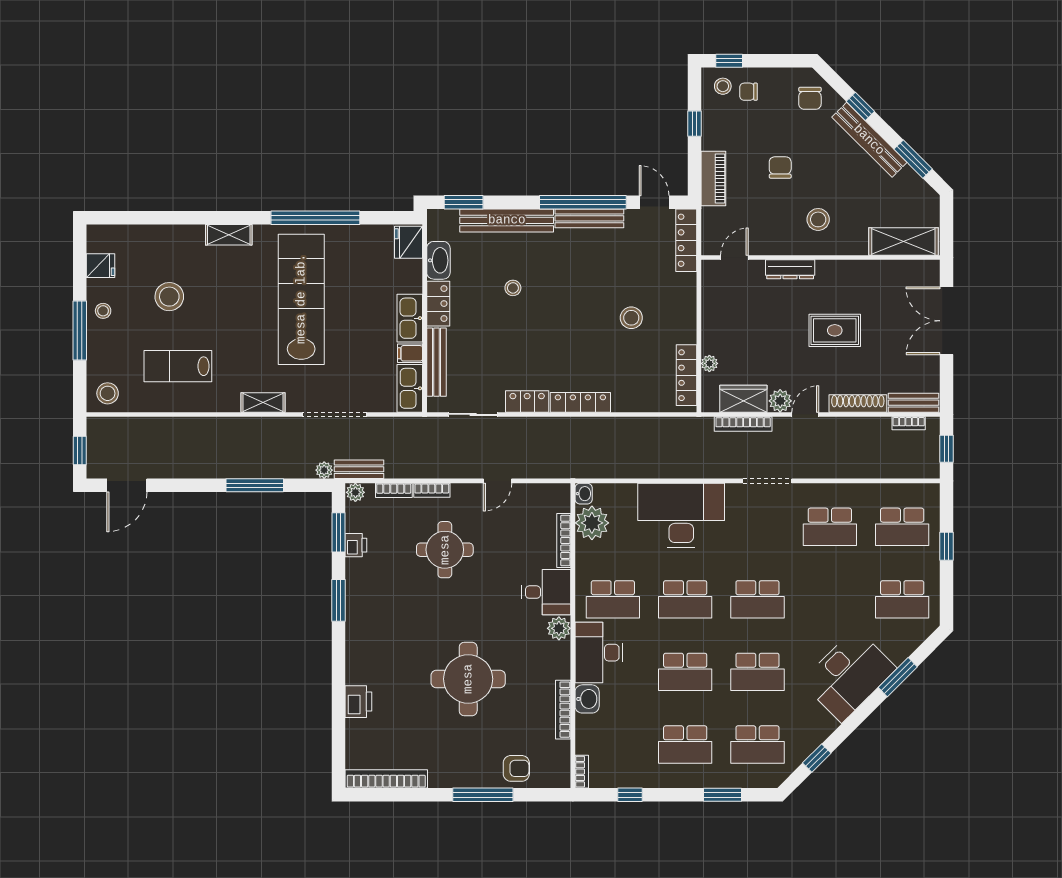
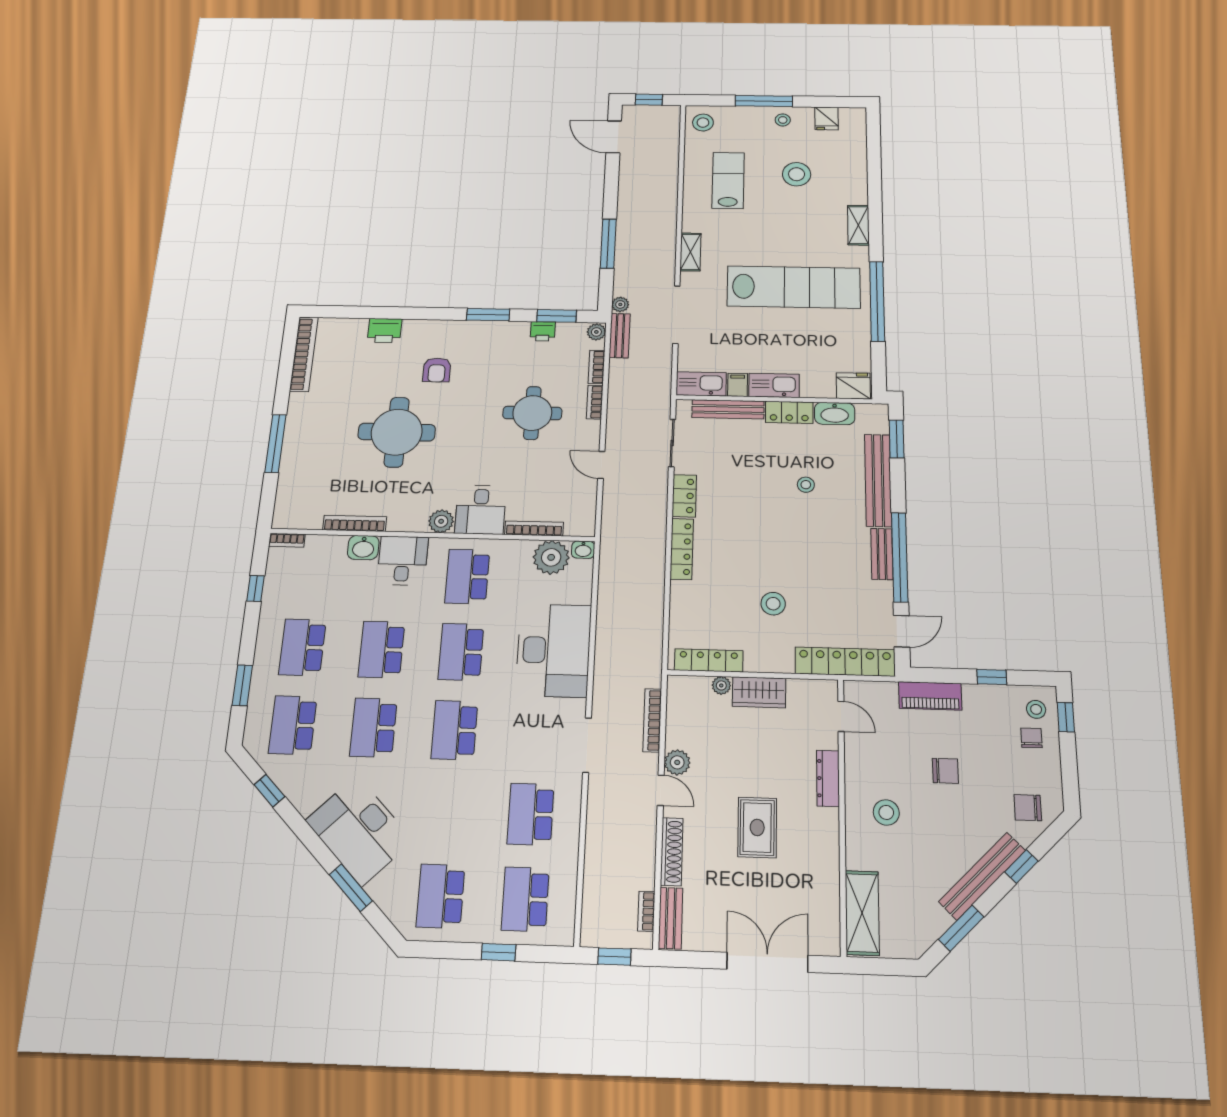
bench: (589, 218) -> (882, 554), width x0.73
locker: (686, 240) -> (845, 662), width x1.41, depth x1.21
wardrobe: (743, 399) -> (759, 692), moved, turned 90
desk: (599, 653) -> (403, 561), width x0.73
armchair: (516, 768) -> (437, 370), moved

